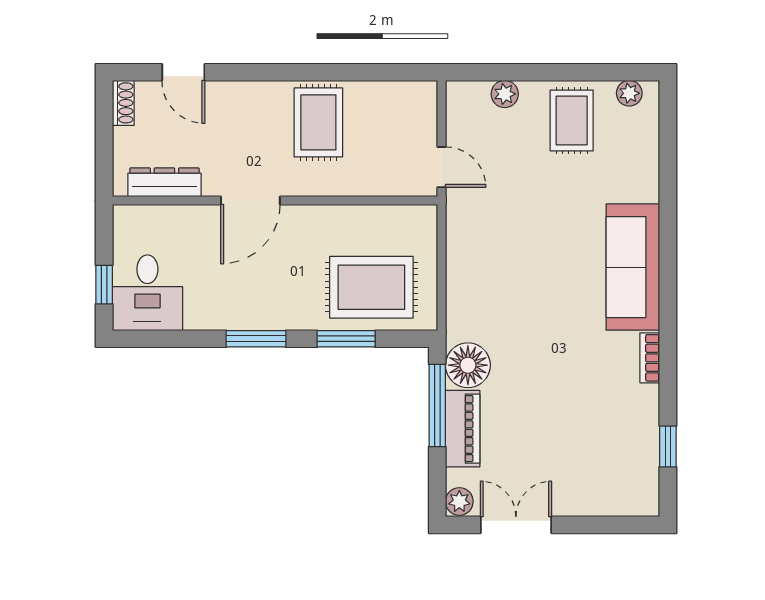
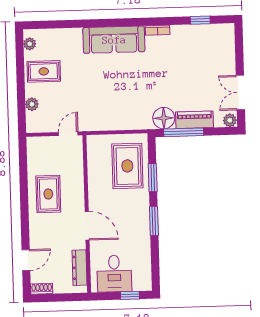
rug: (318, 122) -> (48, 194), turned 90
desk: (147, 293) -> (114, 274), moved, turned 90

